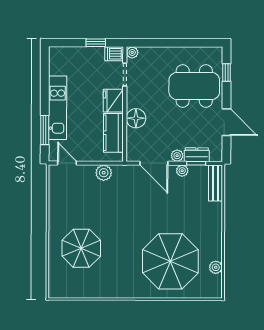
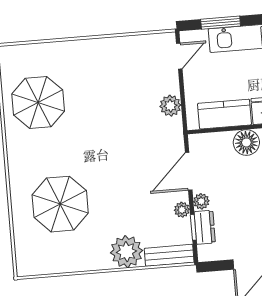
parasol: (81, 248) -> (38, 102), moved
parasol: (170, 261) -> (60, 204), width x0.73, depth x0.73
plant: (216, 267) -> (126, 252), moved, width x1.88, depth x1.88

